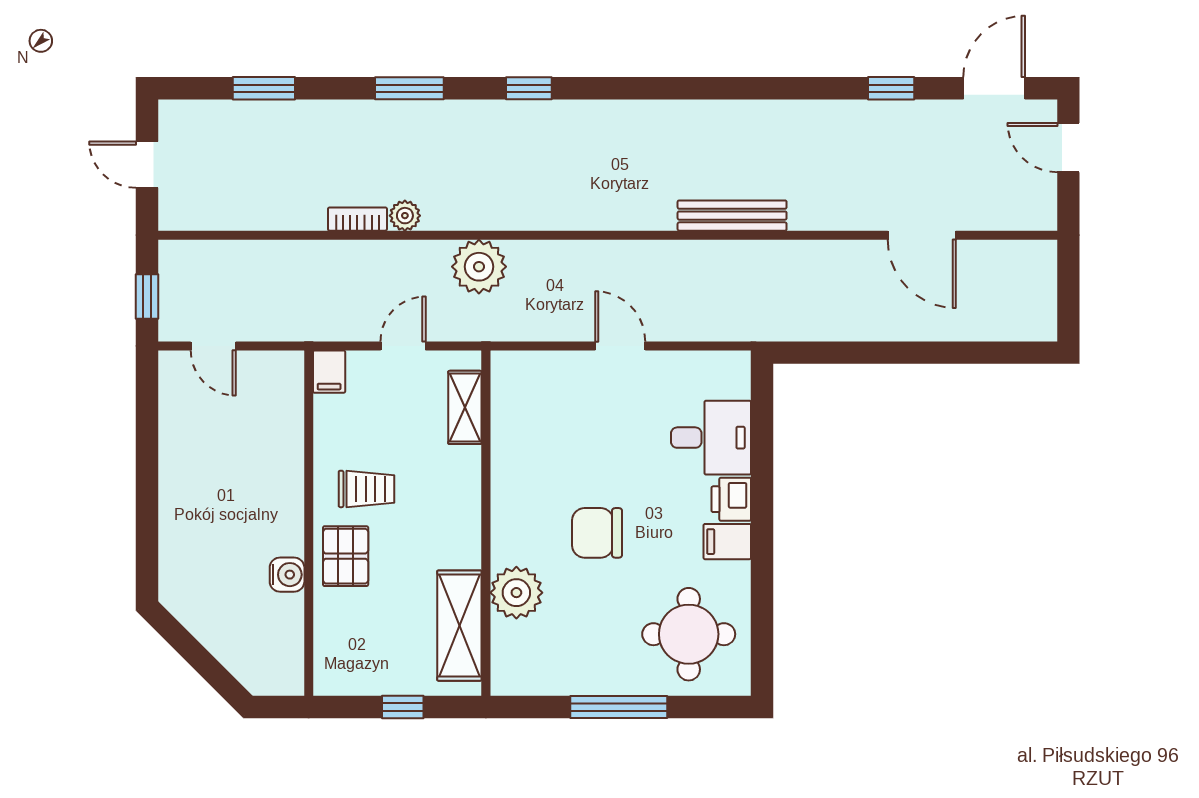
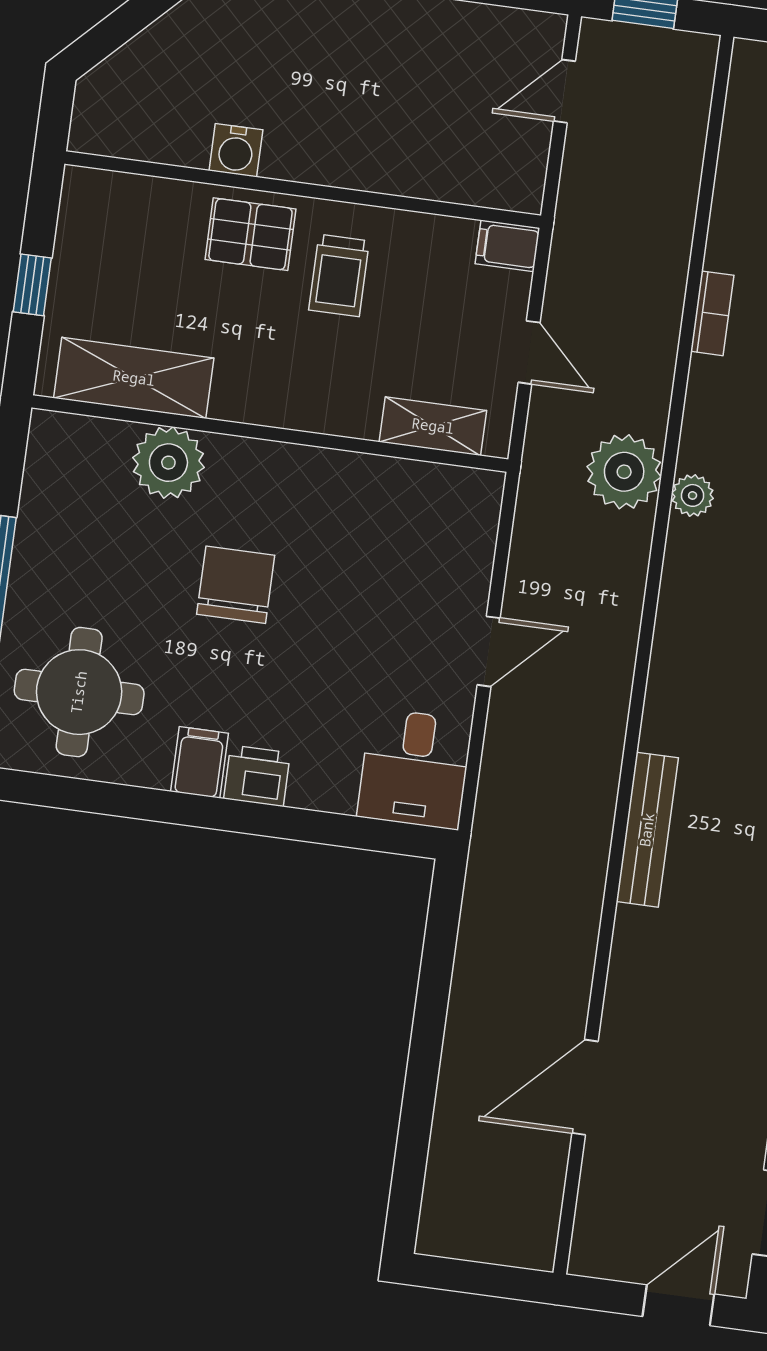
plant: (405, 216) -> (693, 495), moved
desk: (711, 438) -> (415, 769), moved

